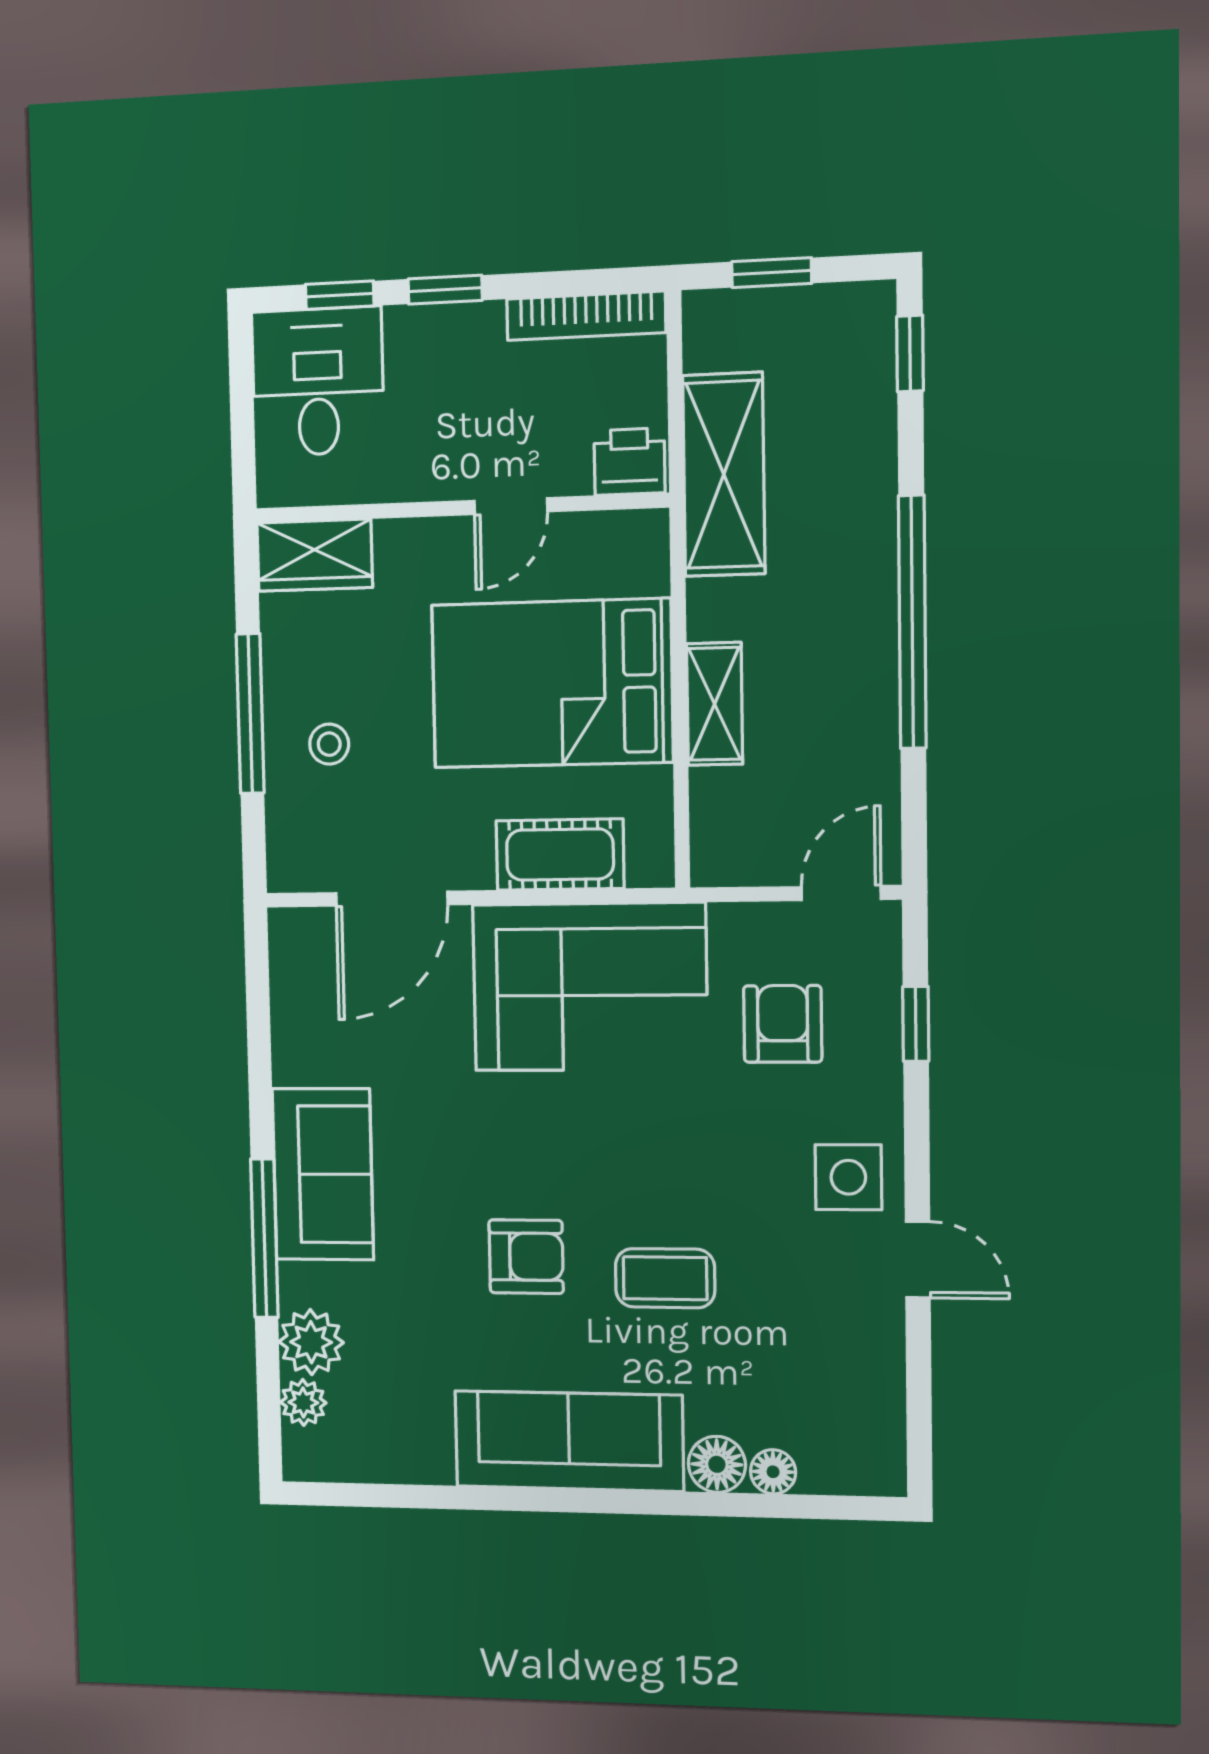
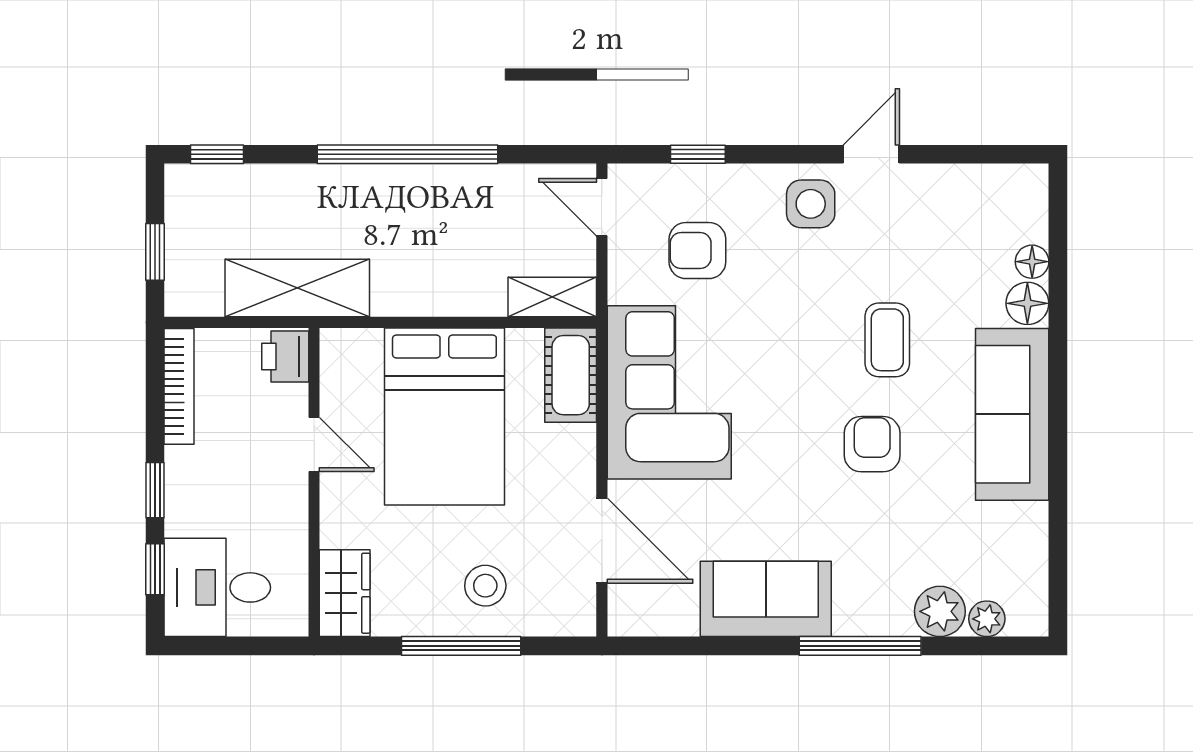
shelving: (715, 704) -> (552, 297), moved
stool: (329, 744) -> (485, 586), width x1.37, depth x1.37
cot: (560, 855) -> (571, 375), moved
sofa: (323, 1174) -> (766, 599), moved

